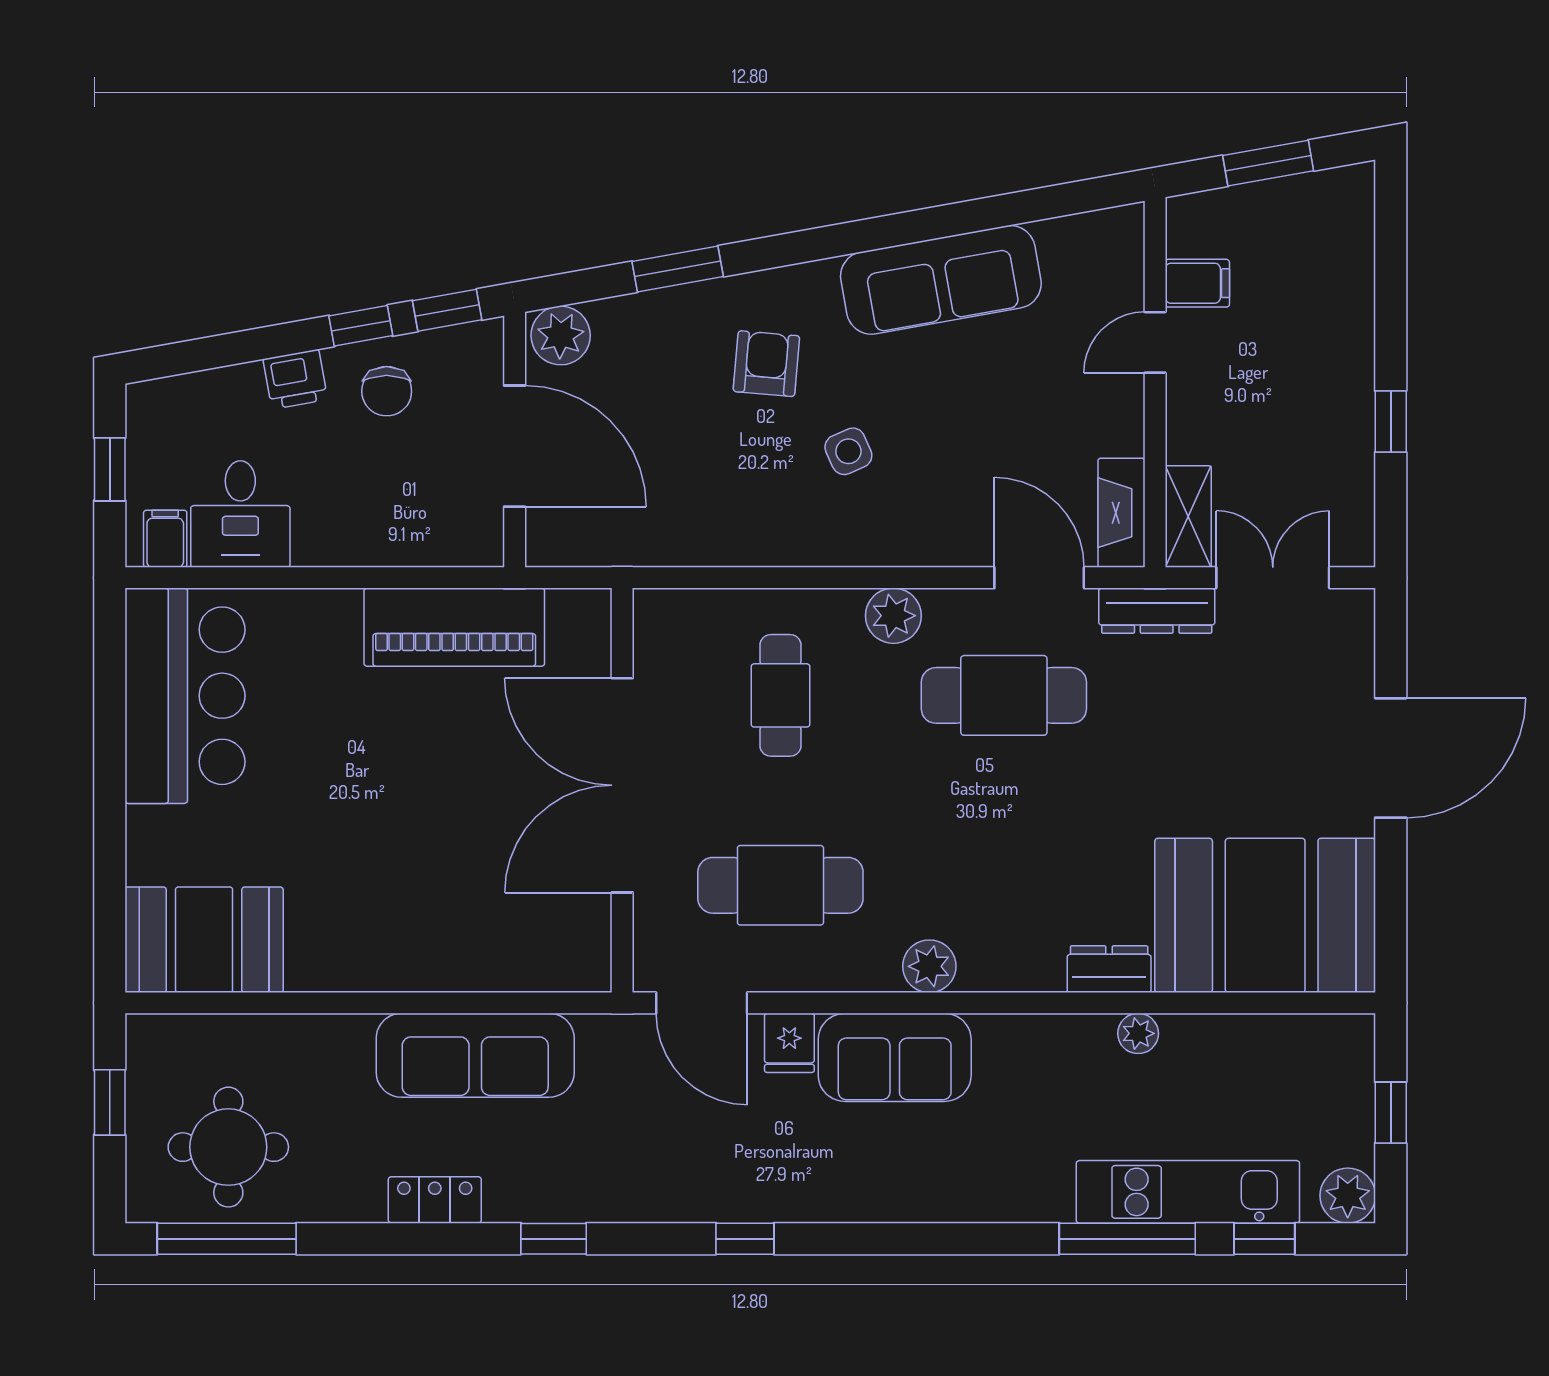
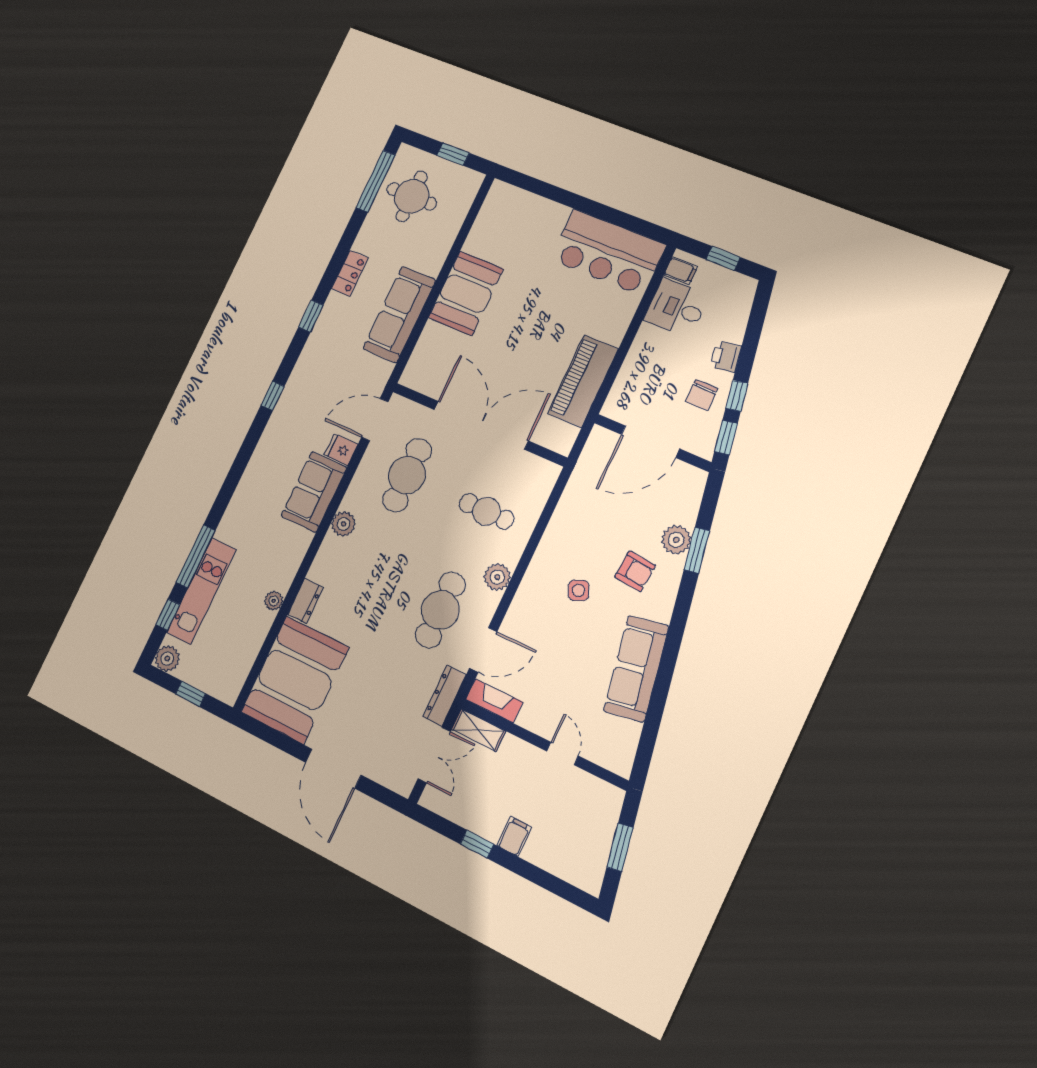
filing cabinet: (1197, 283) -> (514, 836), moved, turned 180
plant: (561, 335) -> (676, 540), moved
chair: (387, 391) -> (702, 395), turned -90
booth: (204, 940) -> (466, 293), moved

